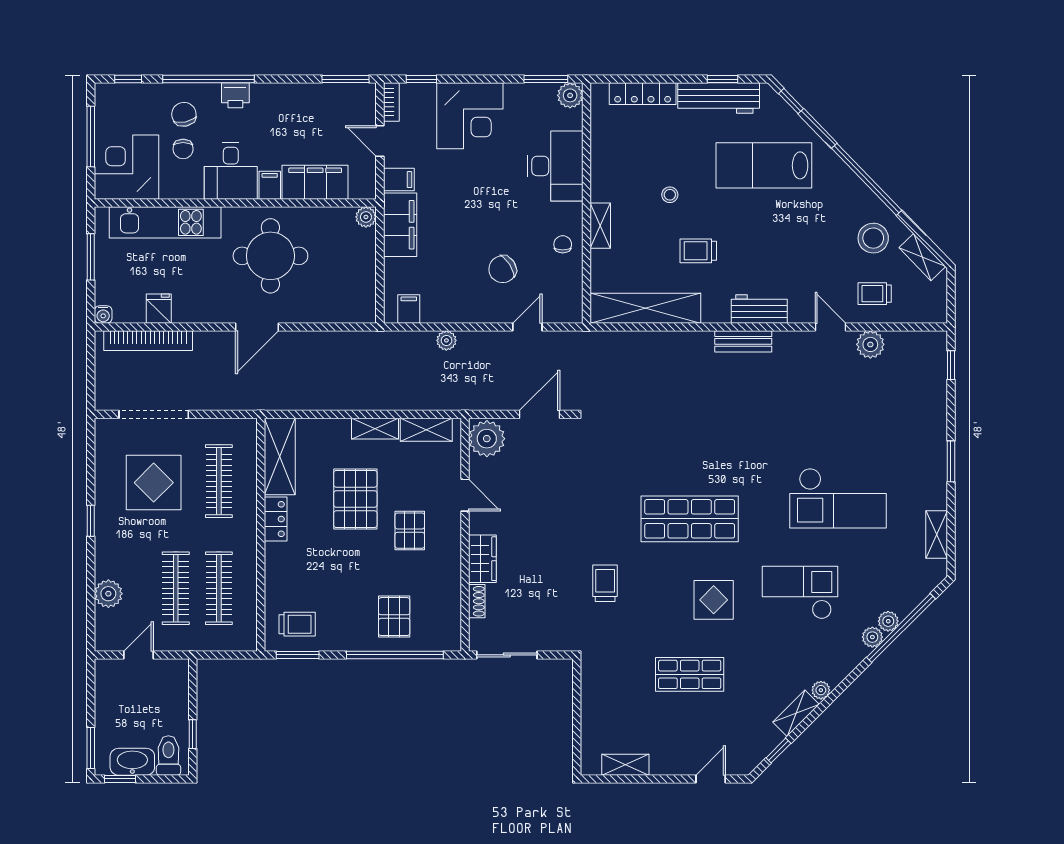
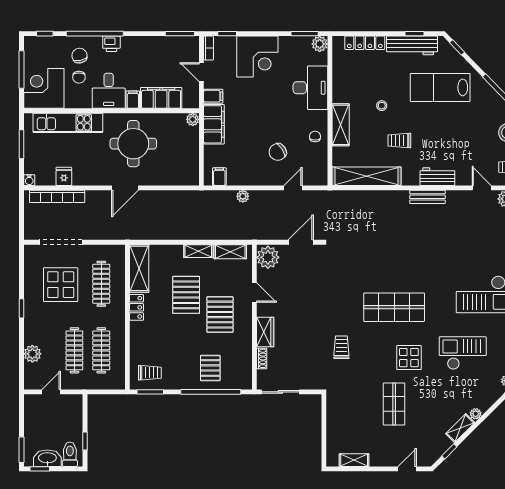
shelving: (600, 226) -> (341, 125), width x1.50, depth x1.33
pallet: (410, 531) -> (220, 315), width x1.50, depth x1.42
shop shelf: (690, 674) -> (394, 404), turned 90

